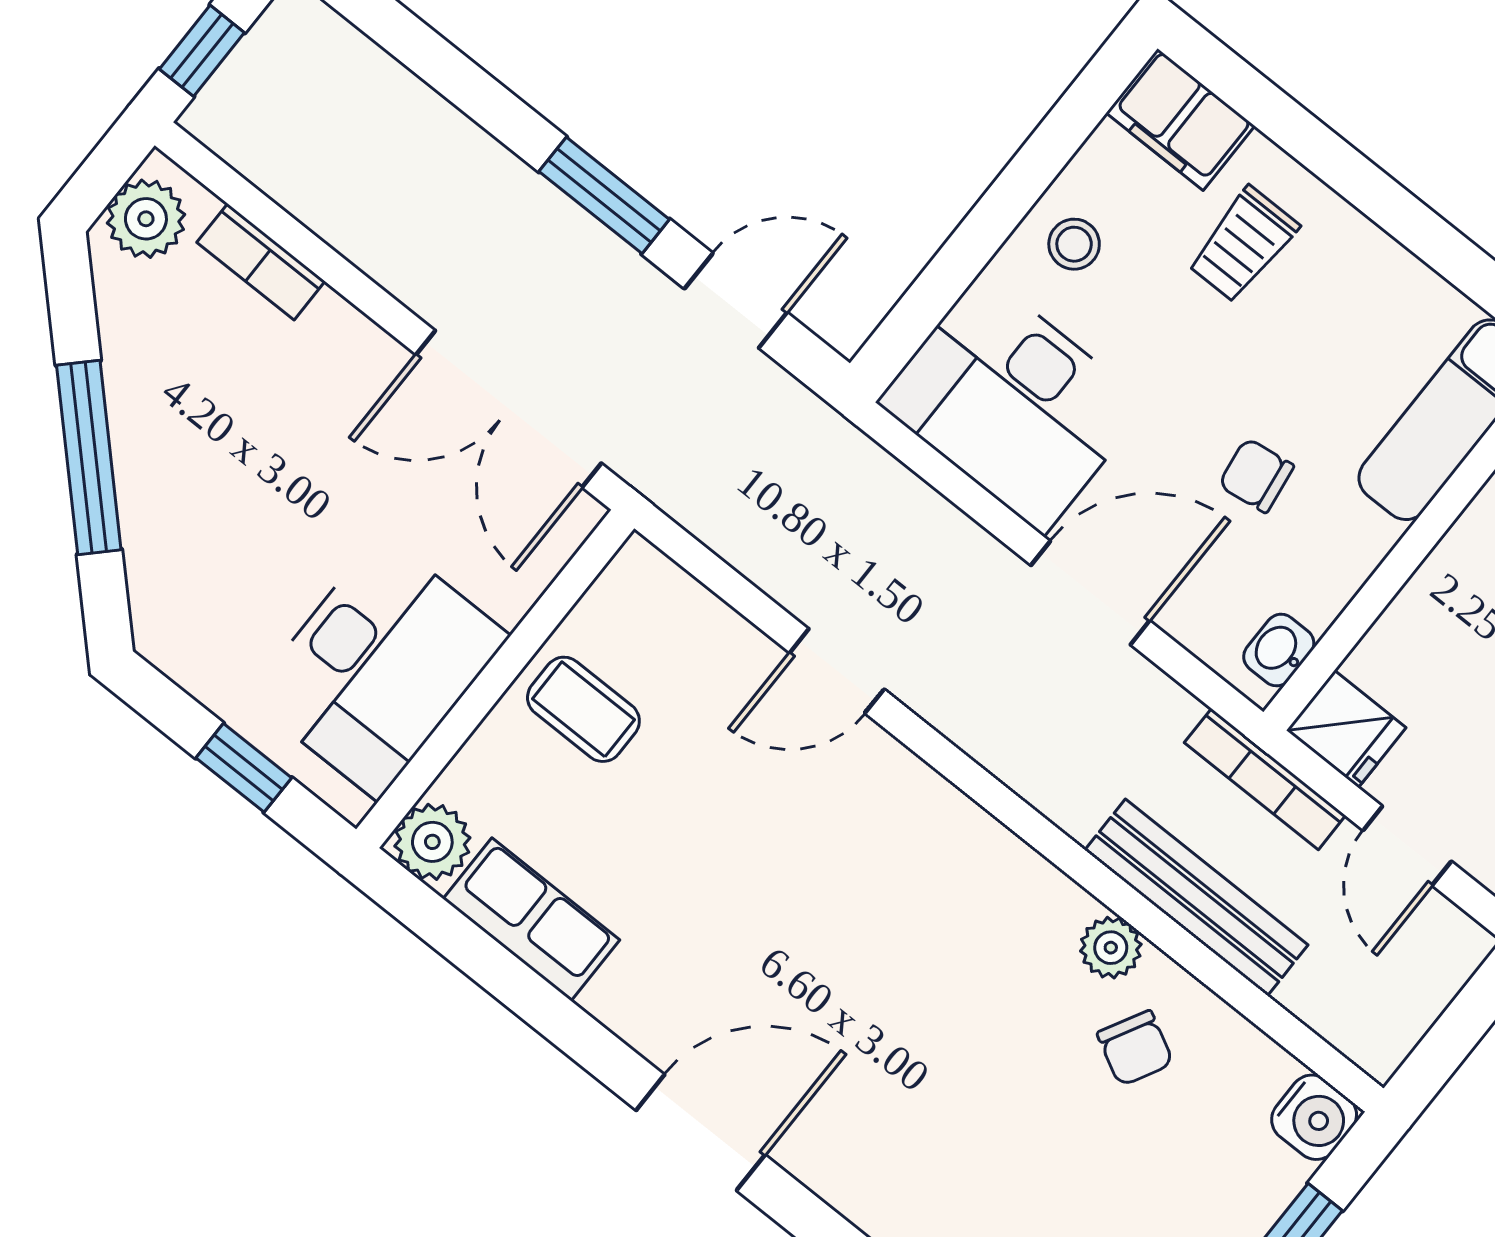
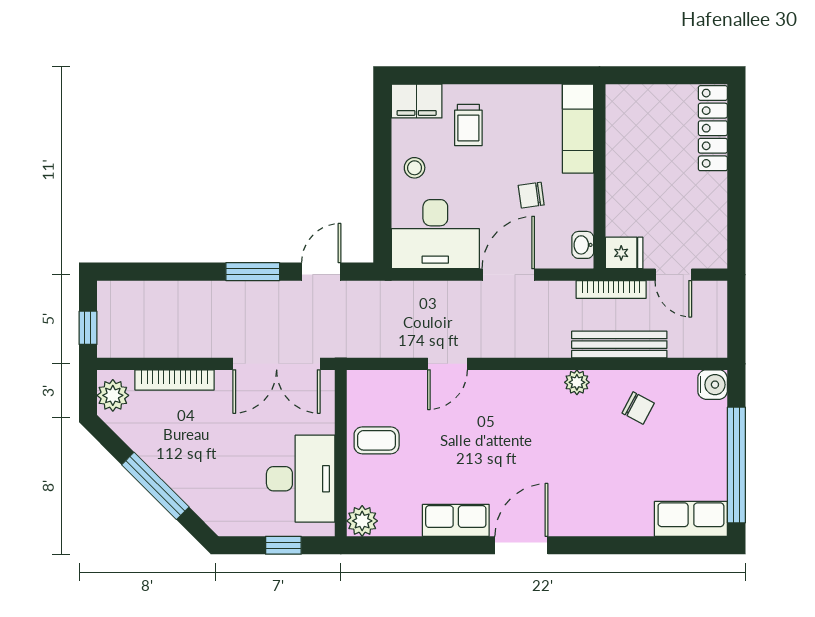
bookcase: (261, 262) -> (175, 380), width x1.56
row of seats: (531, 919) -> (456, 520), moved
plant: (1111, 948) -> (577, 382), moved

